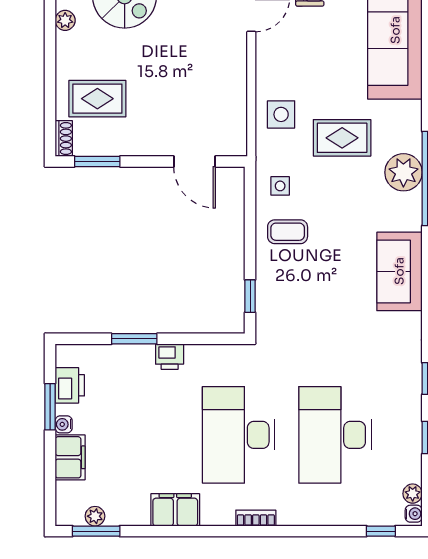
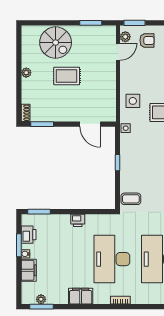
plant: (65, 20) -> (26, 73), moved
rug: (97, 99) -> (67, 76), moved
side table: (280, 186) -> (126, 128), moved
coffee table: (288, 232) -> (131, 199), moved
window: (250, 296) -> (117, 163), moved
window: (134, 339) -> (39, 212), moved

